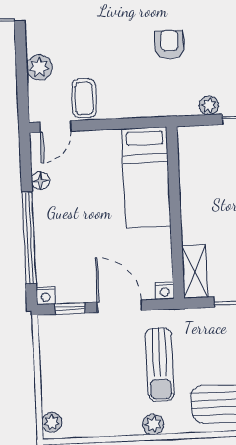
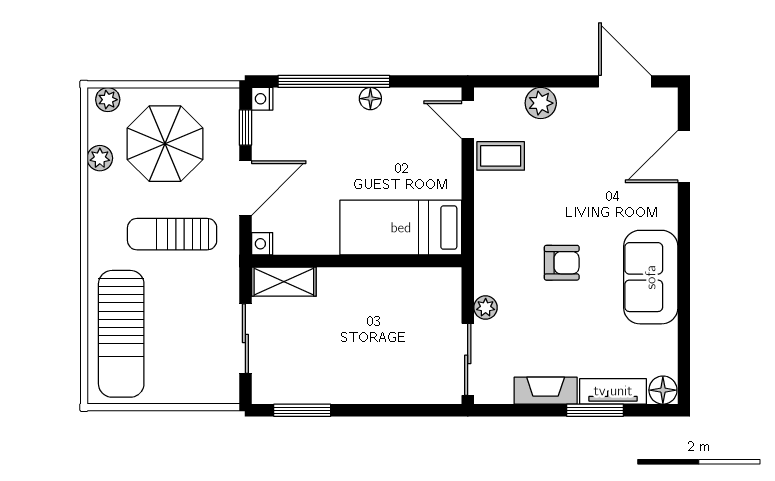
floor lamp: (41, 181) -> (370, 99), moved
parasol: (86, 374) -> (165, 144), added
plant: (153, 424) -> (100, 158), moved

